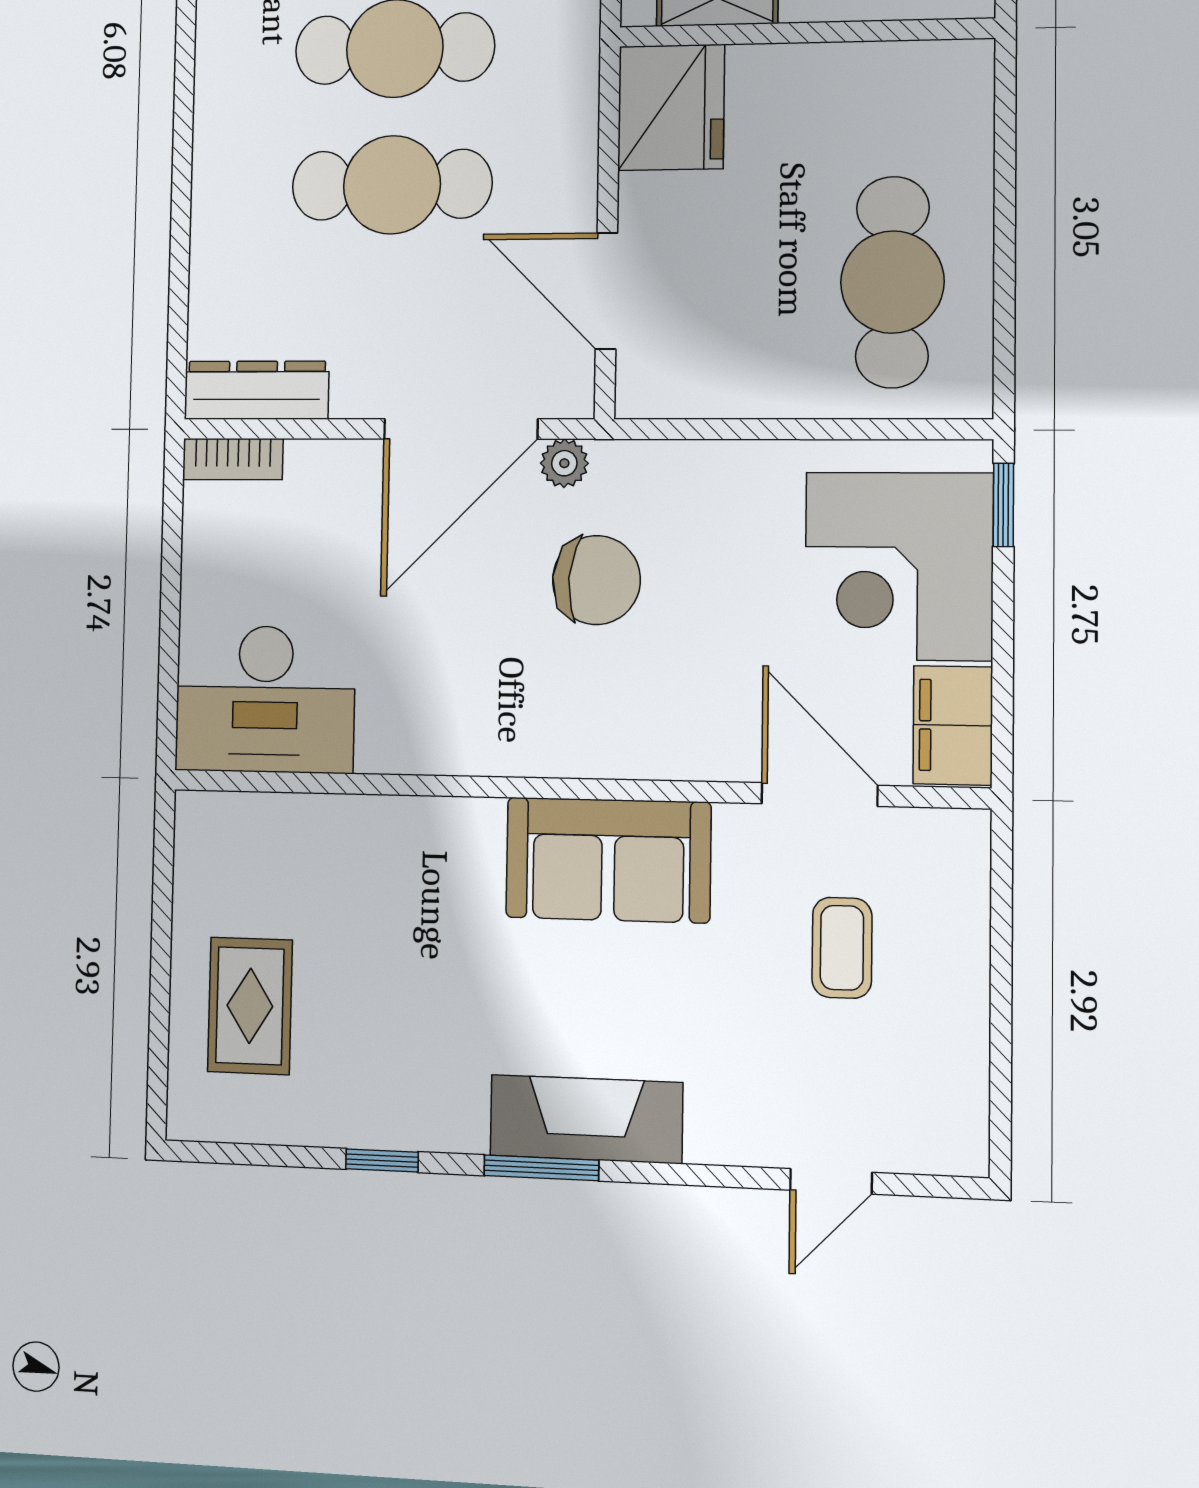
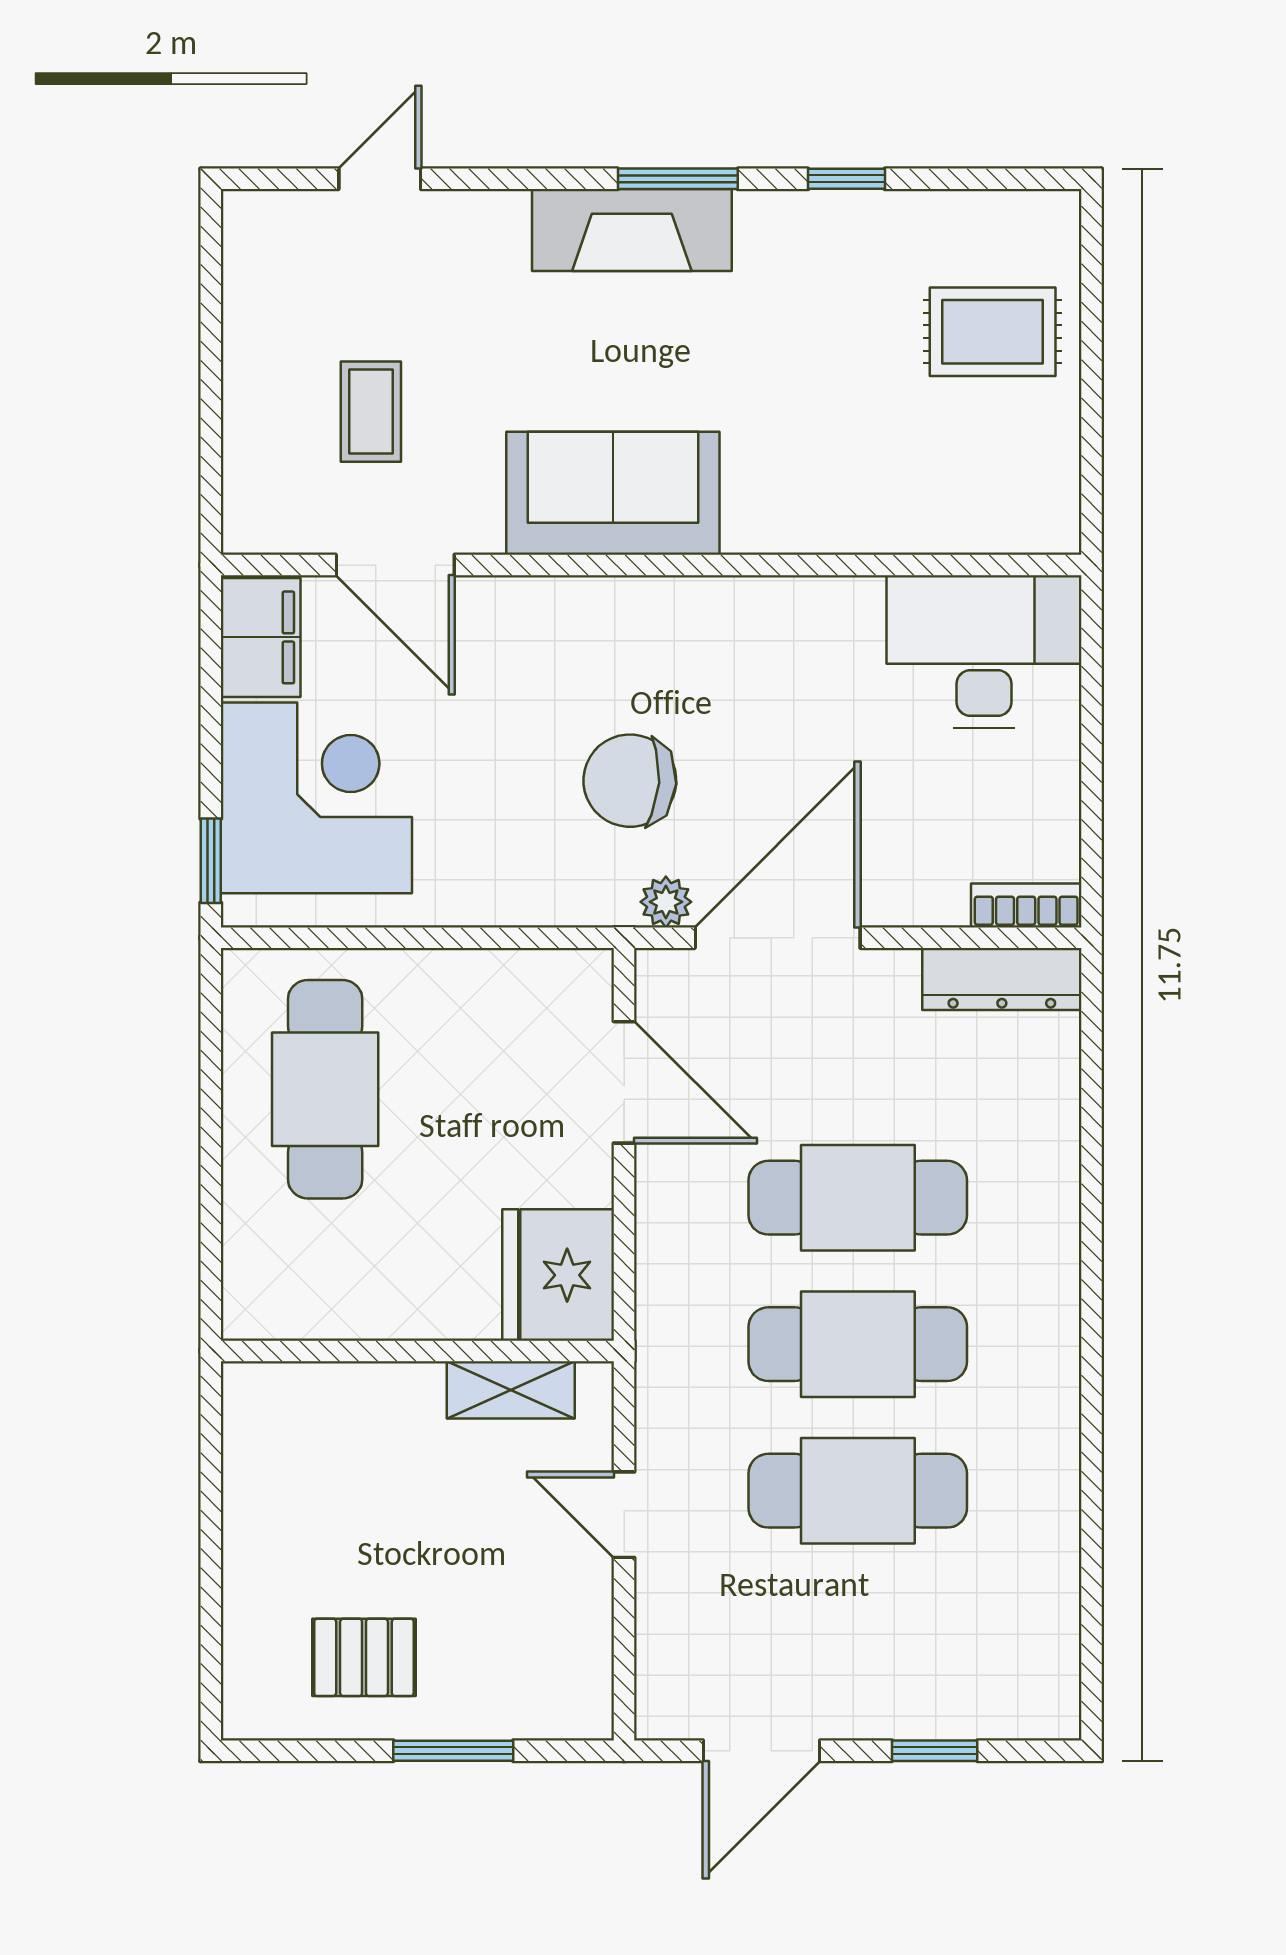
rug: (250, 1006) -> (993, 332), turned 90

